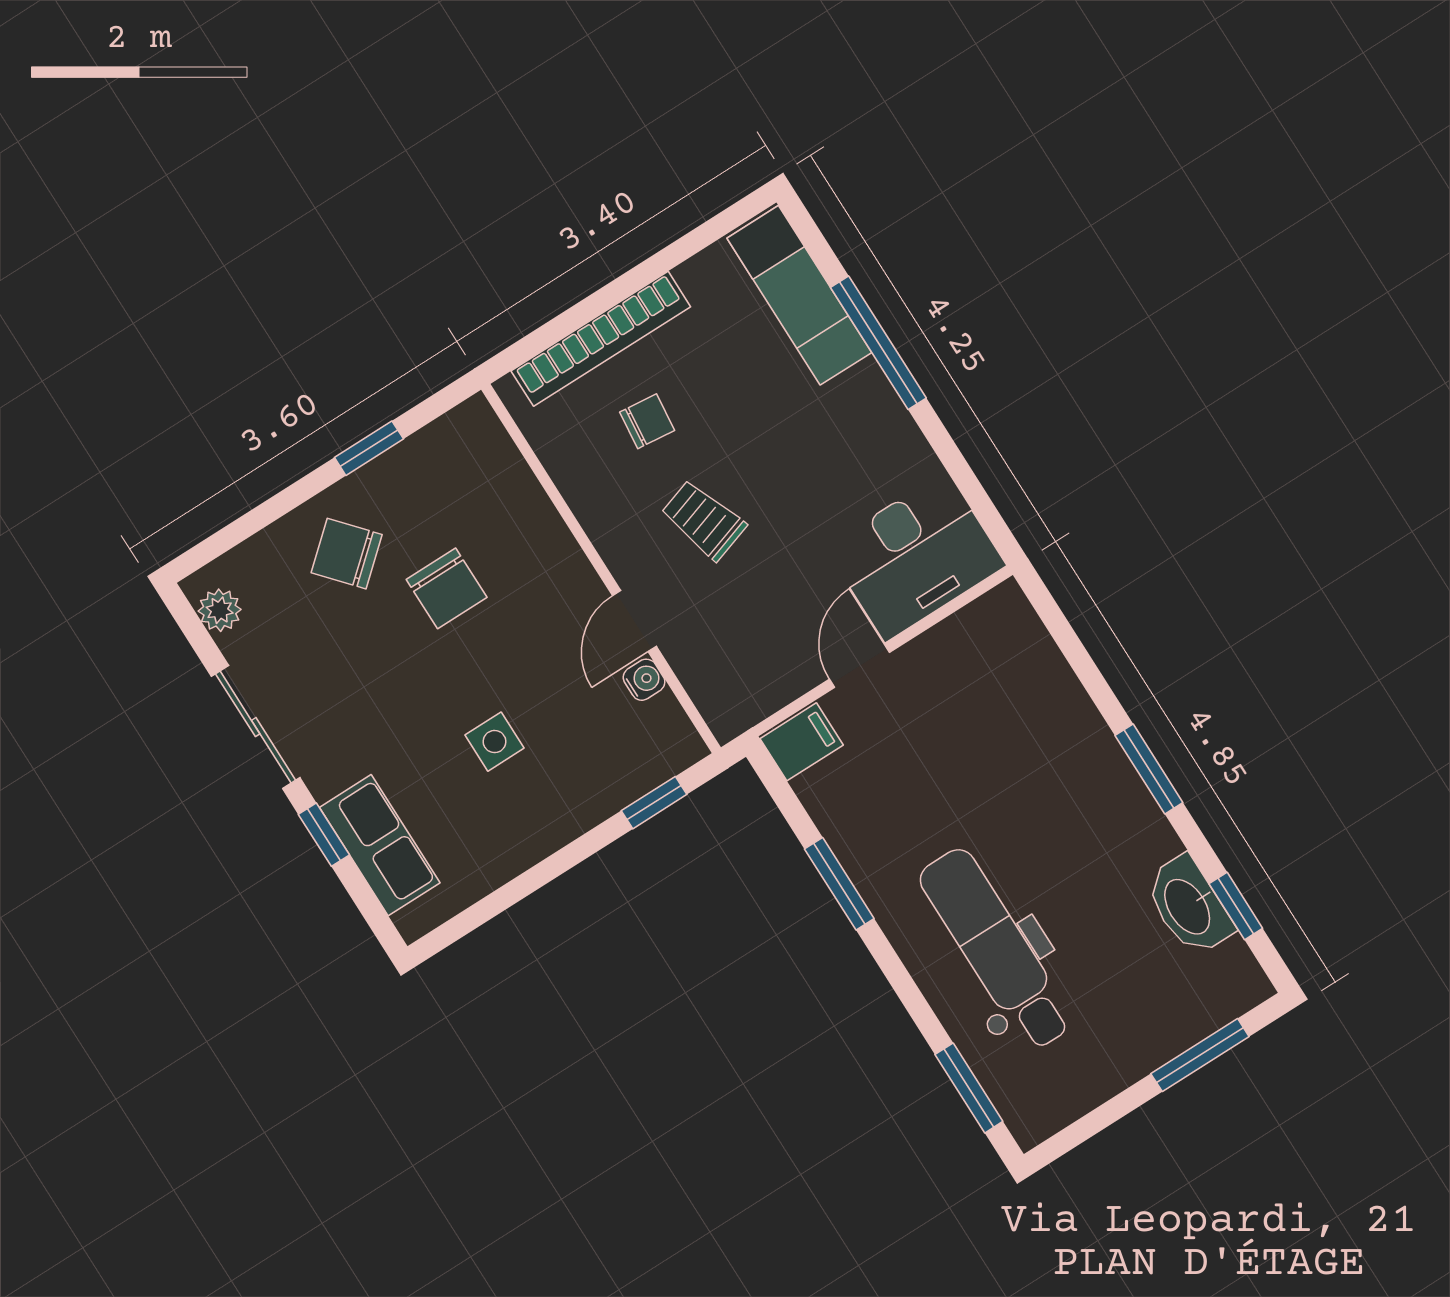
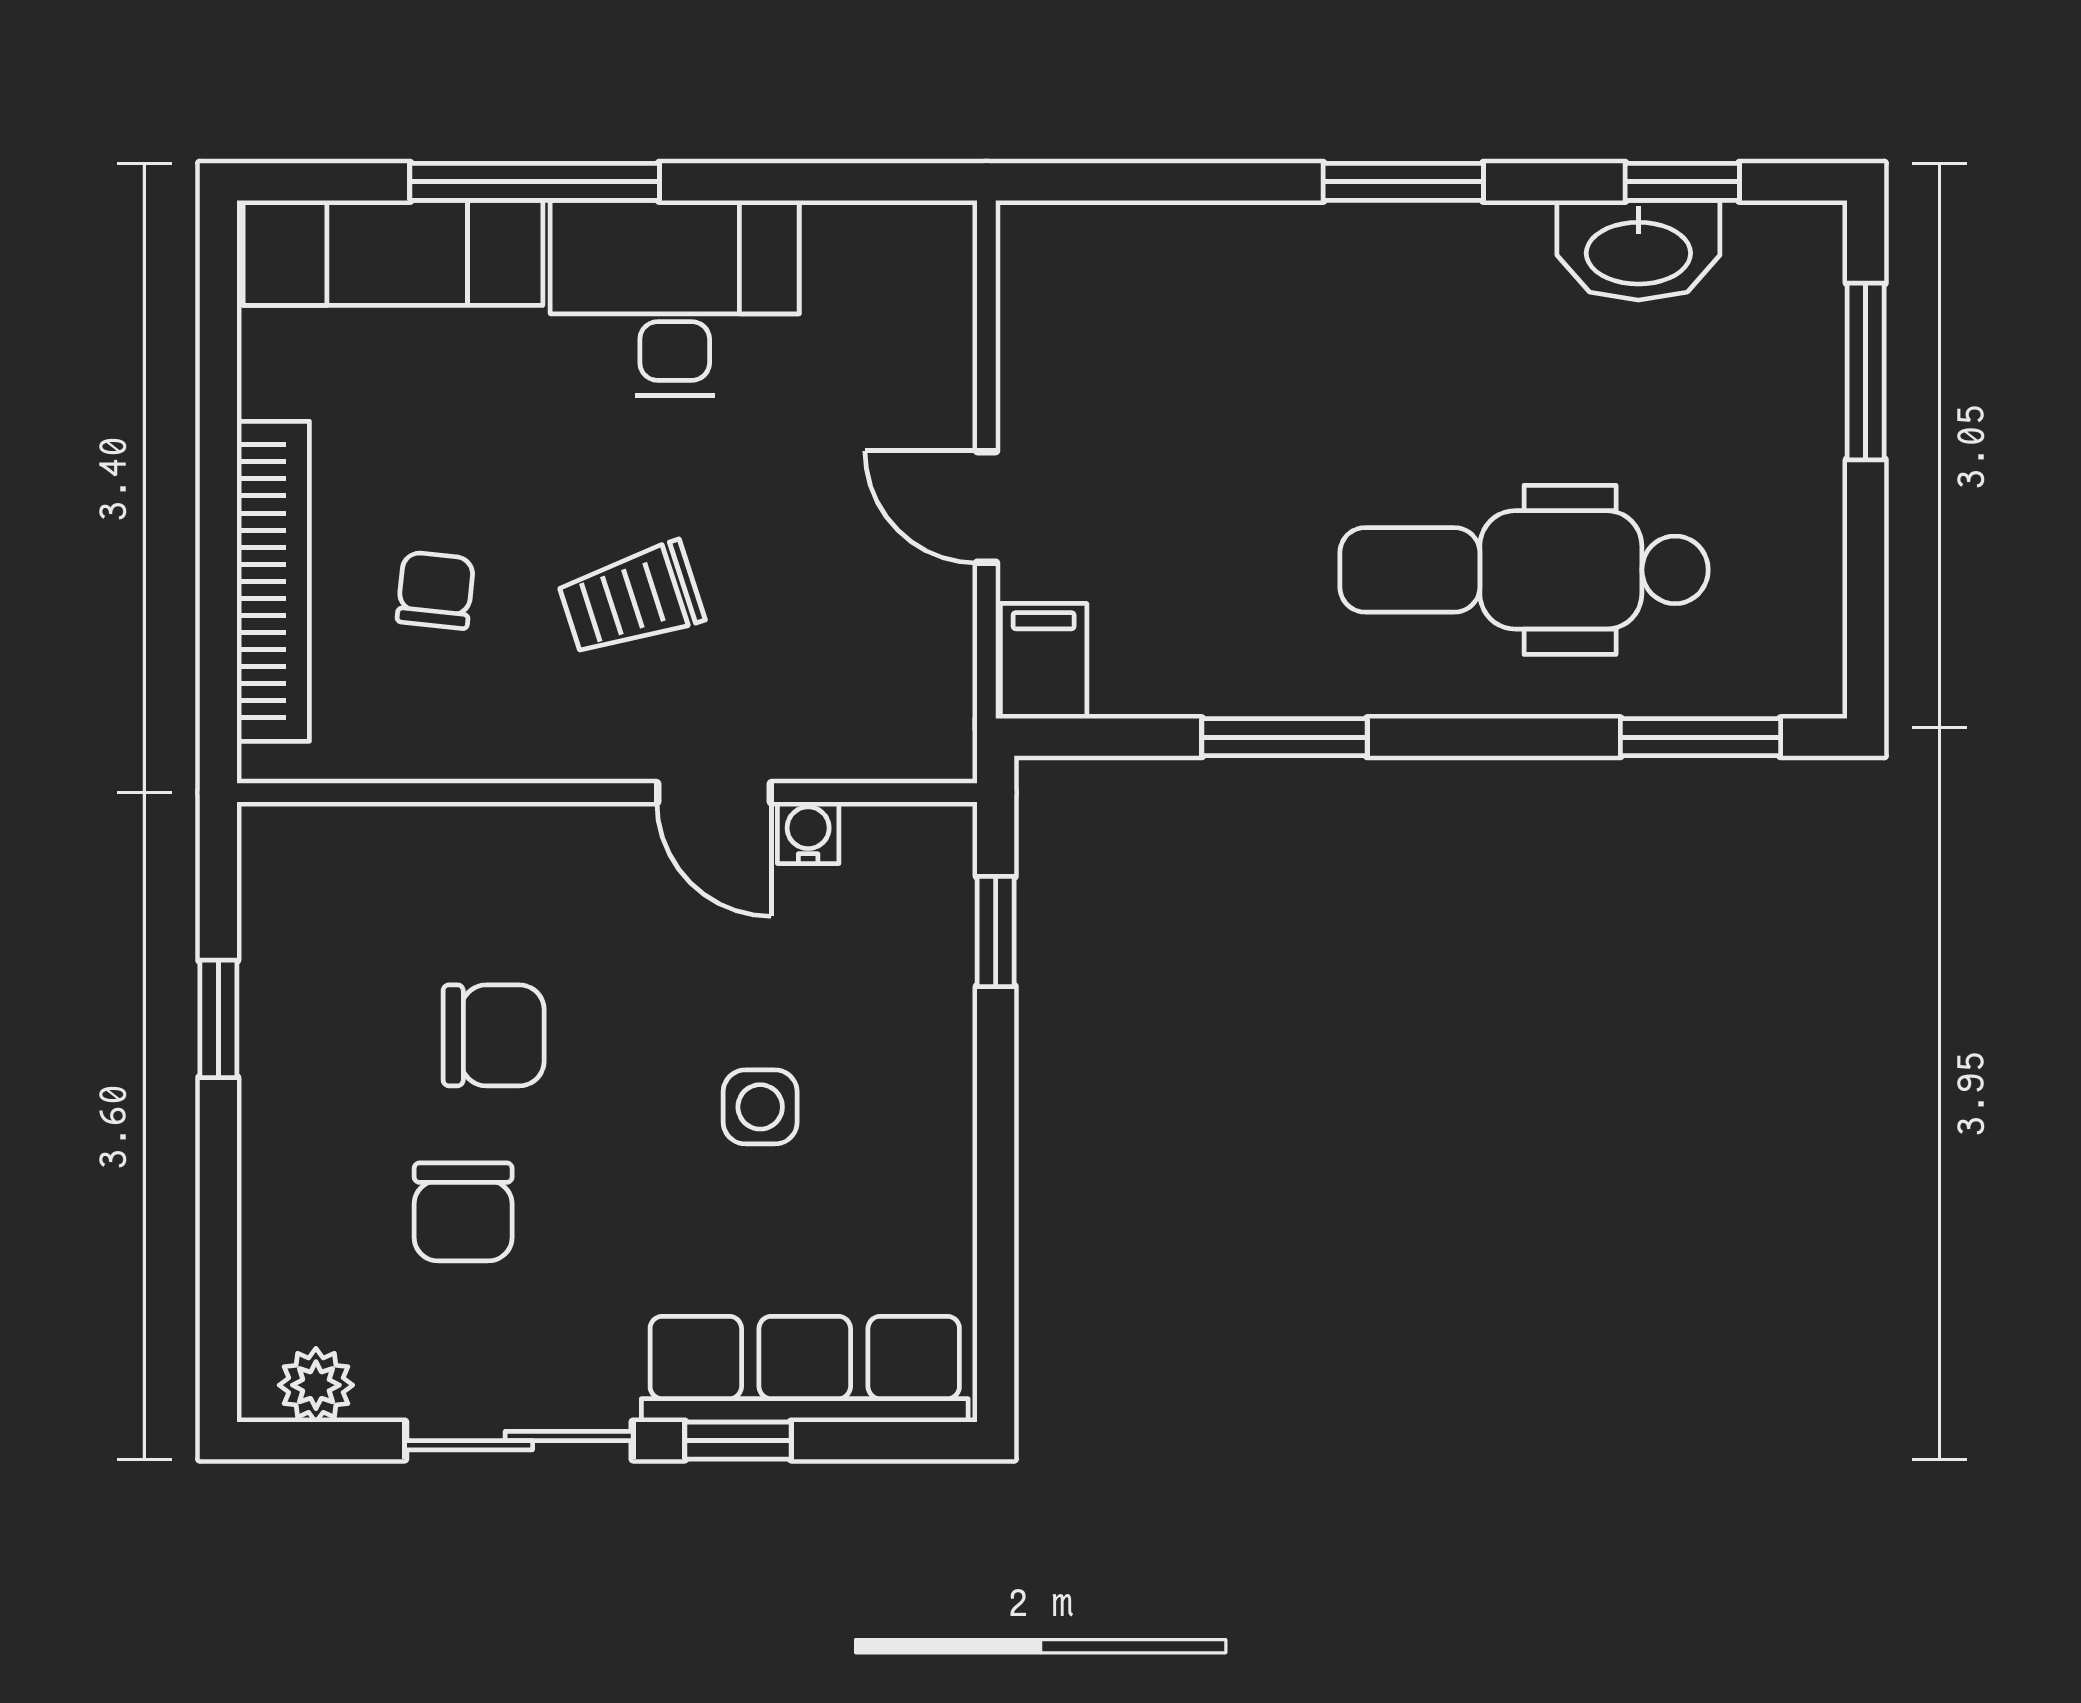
chair: (347, 554) -> (463, 1212), moved, turned -49
desk: (916, 556) -> (675, 298), moved, turned -90
row of seats: (380, 845) -> (805, 1369), width x1.48

